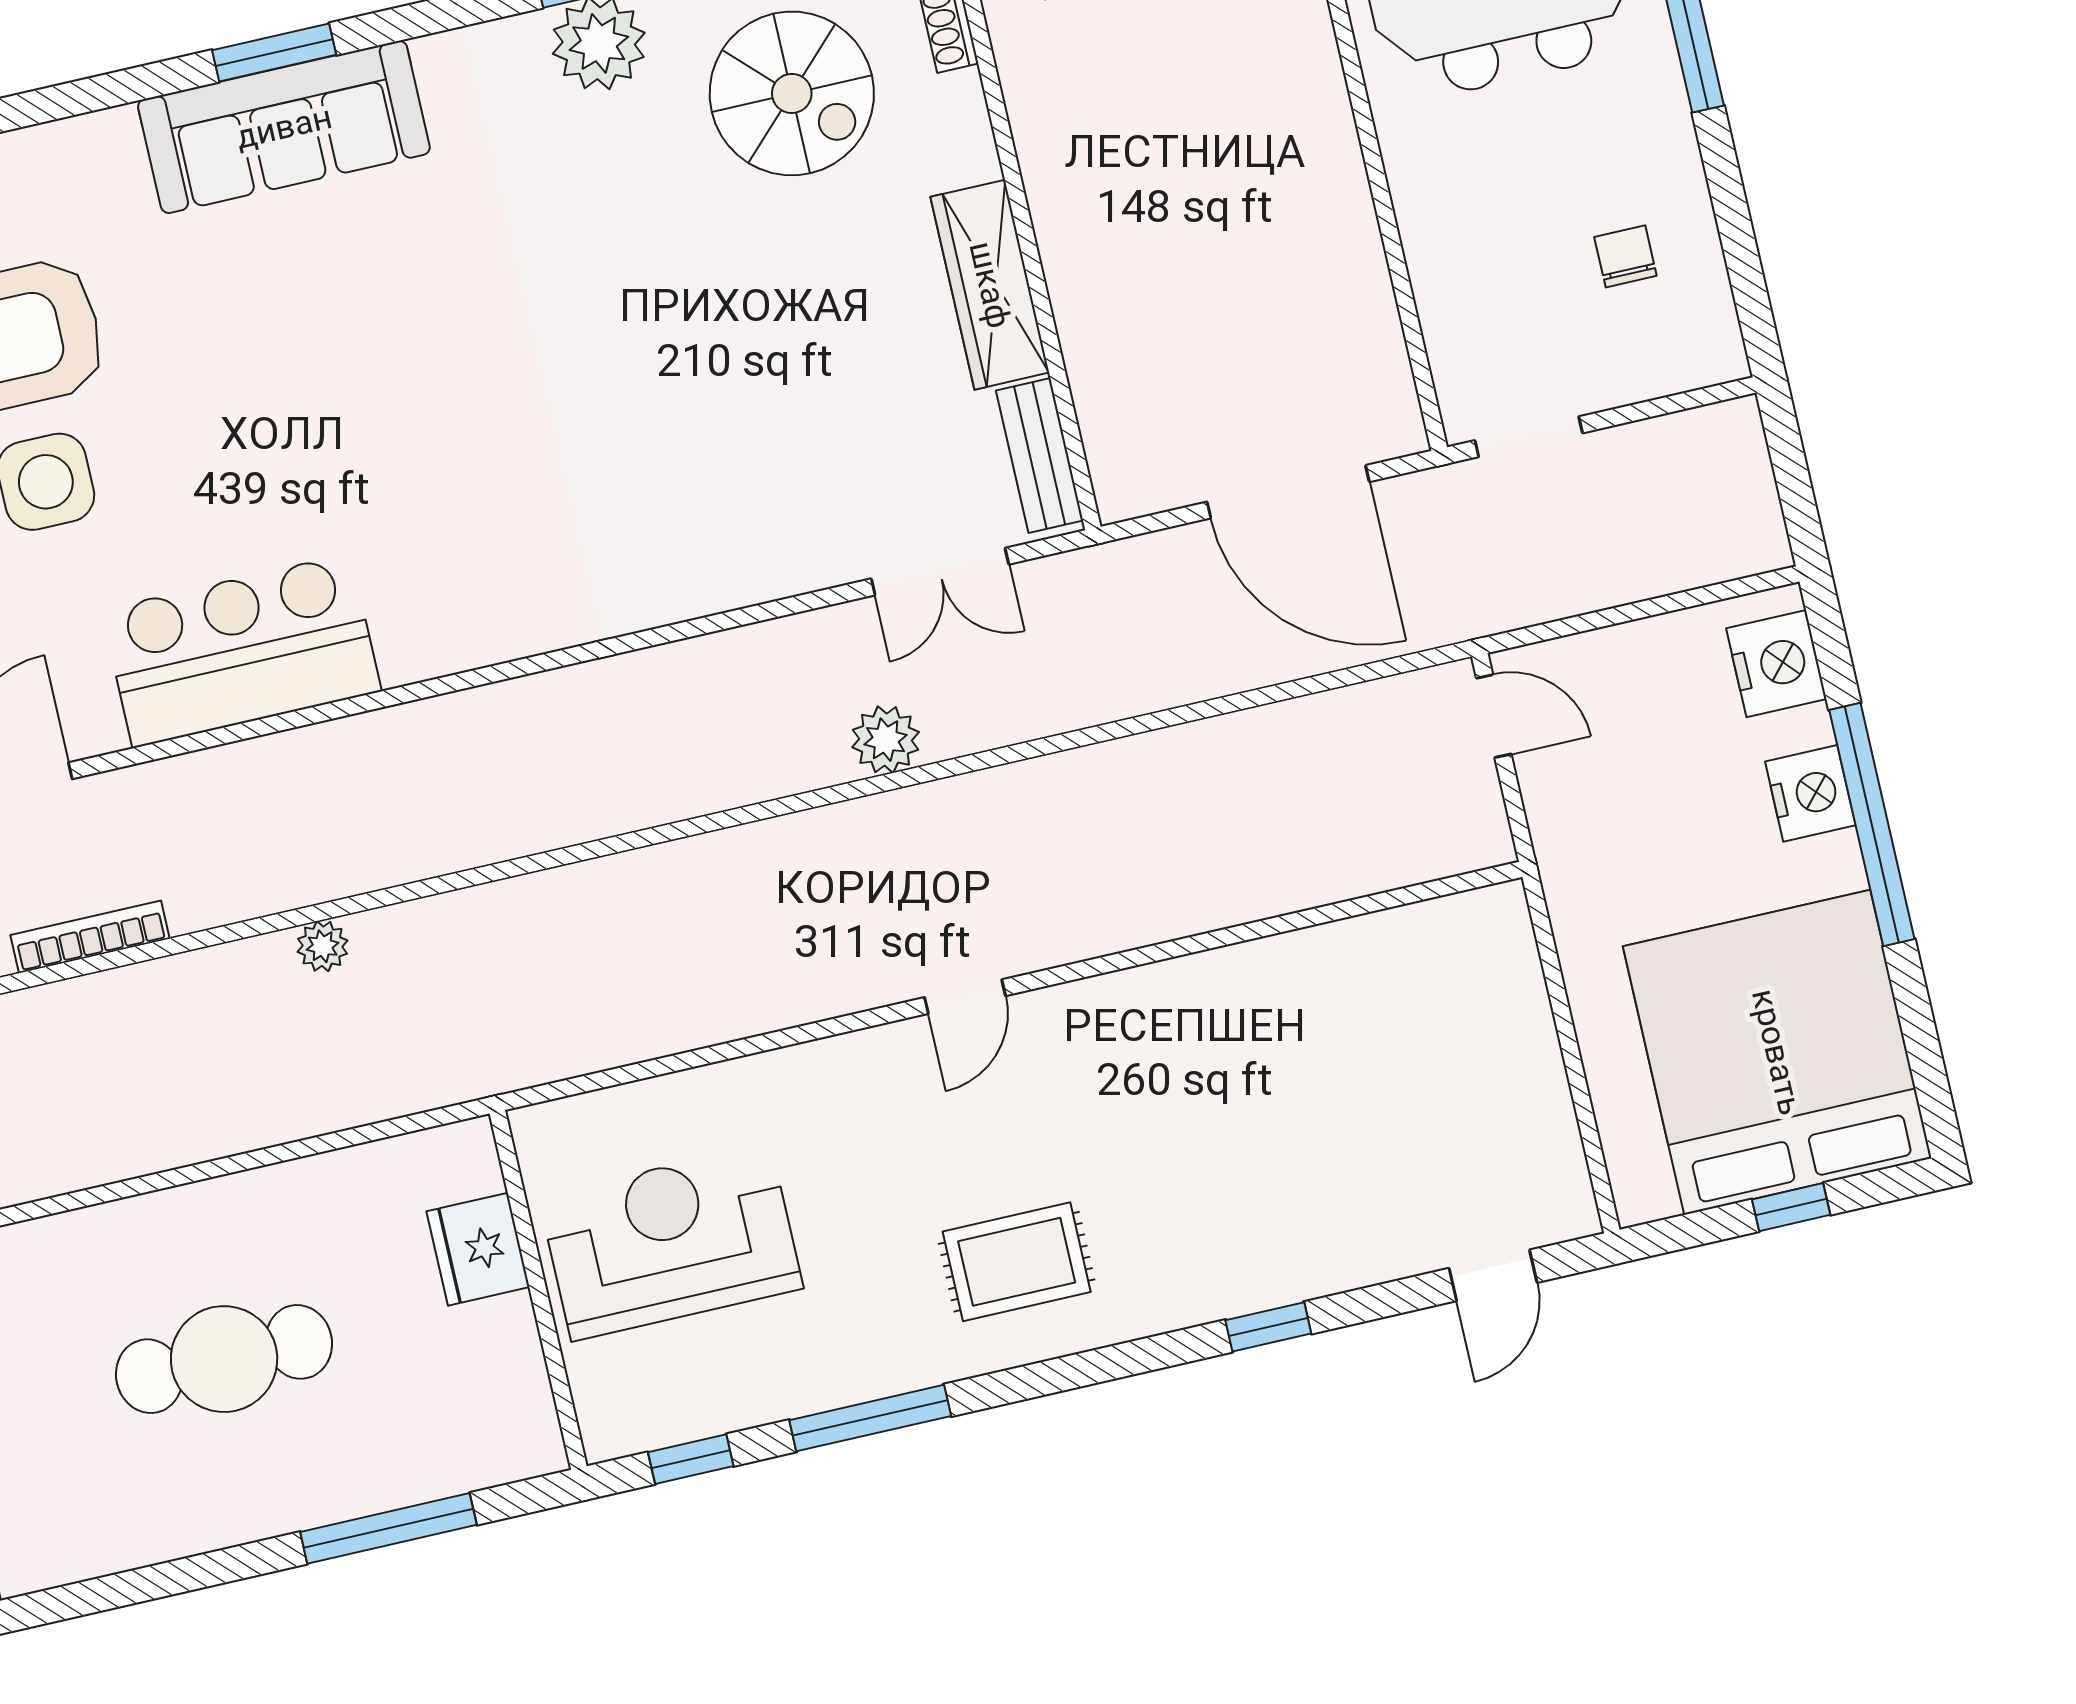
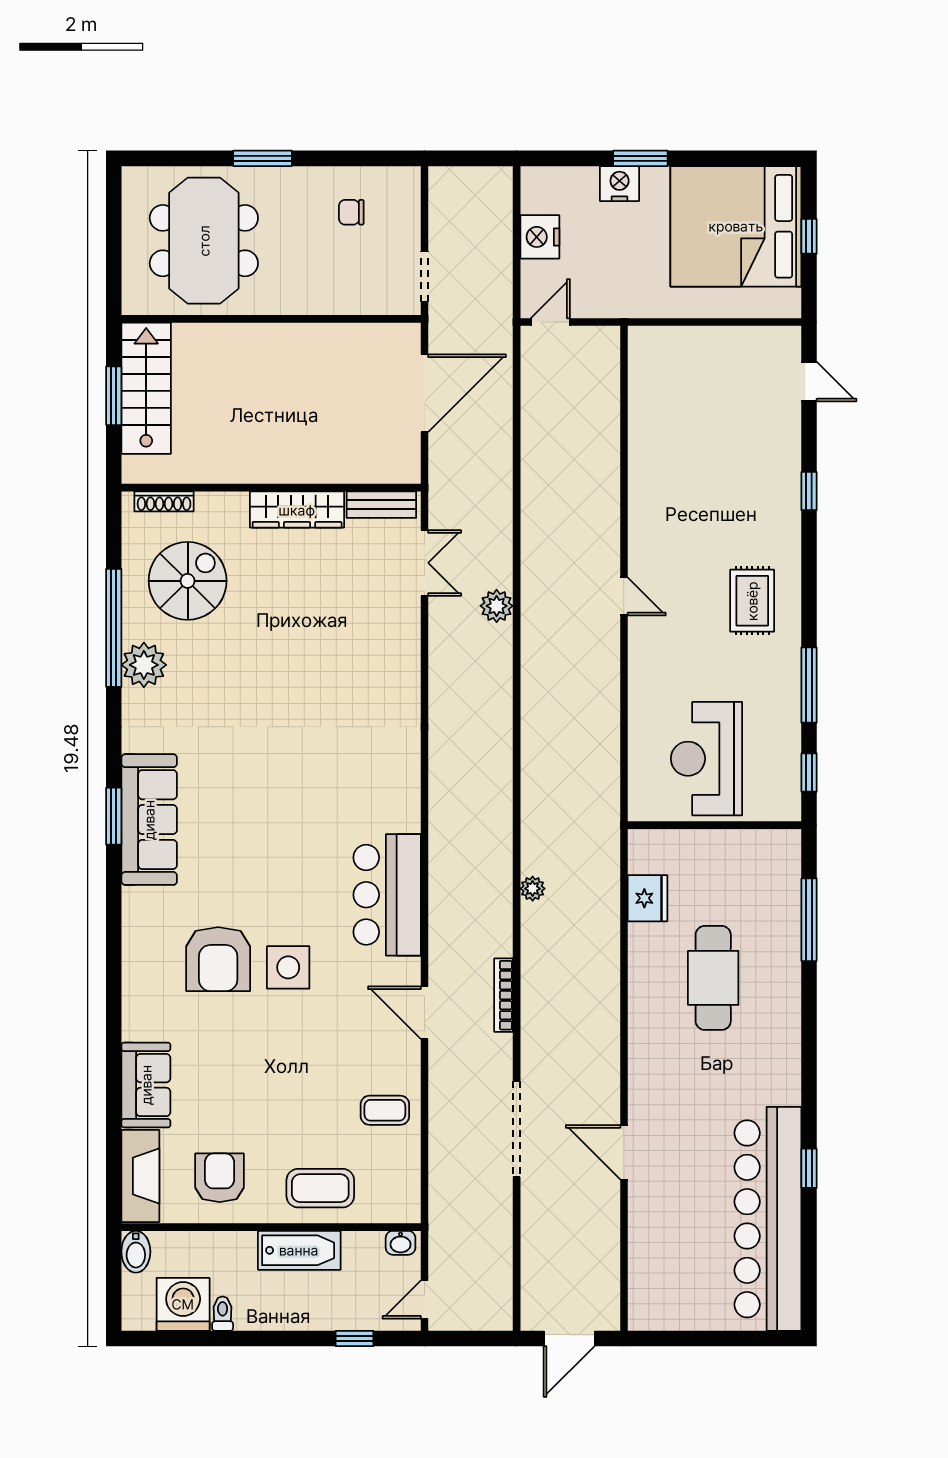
nightstand: (1776, 664) -> (540, 237), moved, turned -90
window: (1872, 825) -> (640, 158), width x0.47
fridge: (478, 1249) -> (648, 898), moved, turned -90

